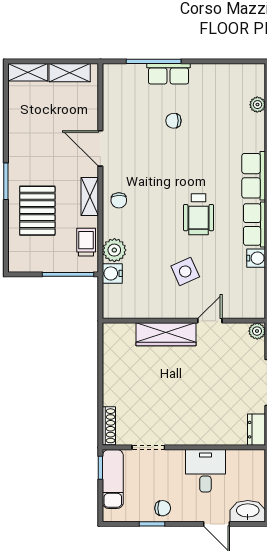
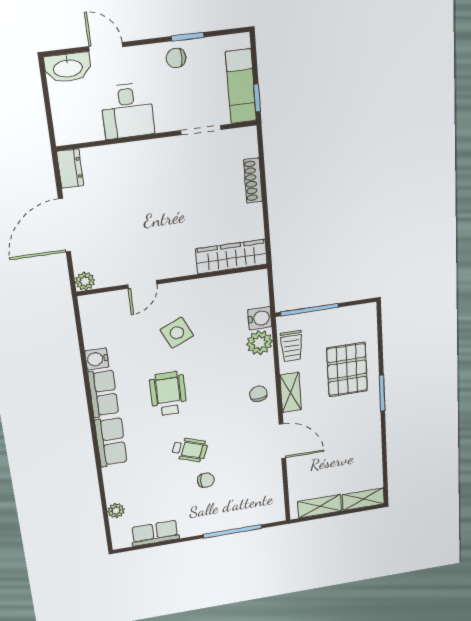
row of seats: (169, 74) -> (155, 533), moved
wheelchair: (185, 155) -> (190, 450), added
wardrobe: (166, 334) -> (231, 257), moved
shoe rack: (109, 426) -> (253, 181), moved

